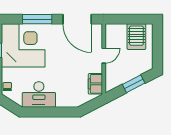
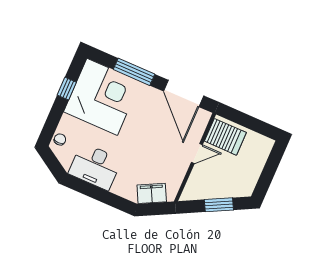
server rack: (136, 37) -> (225, 137), moved, turned -90
filing cabinet: (95, 84) -> (152, 193), moved, turned 63

